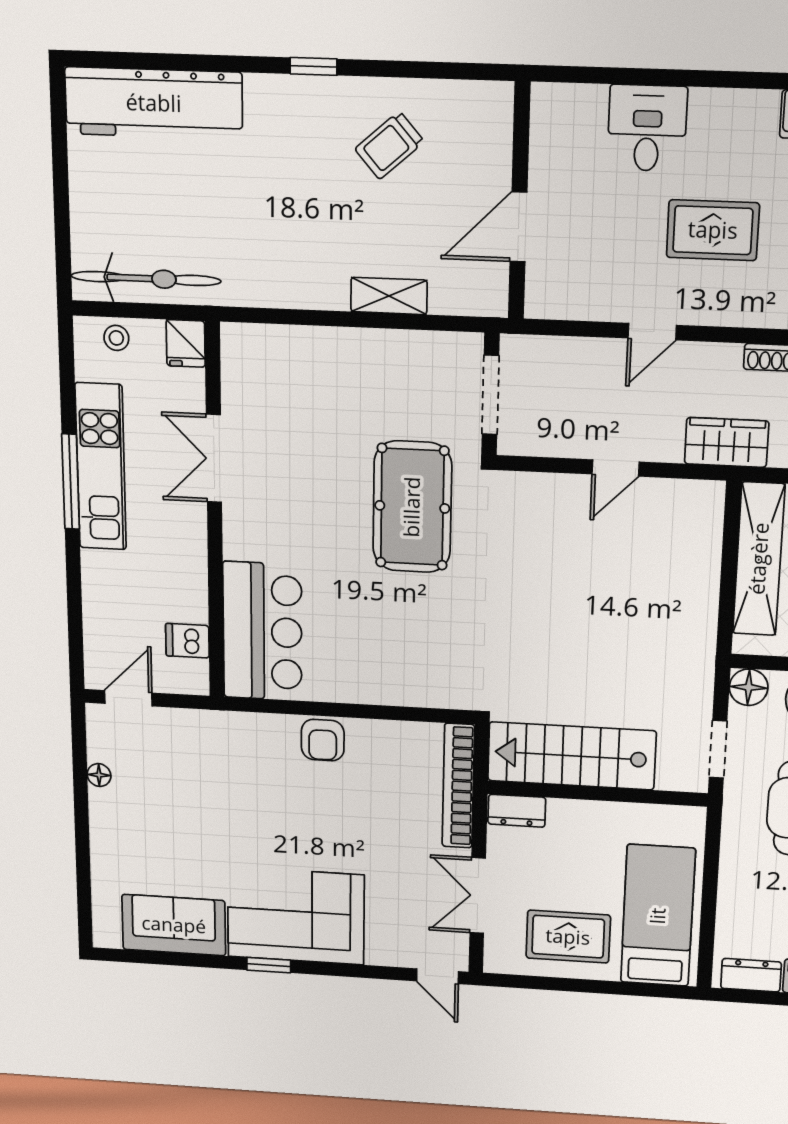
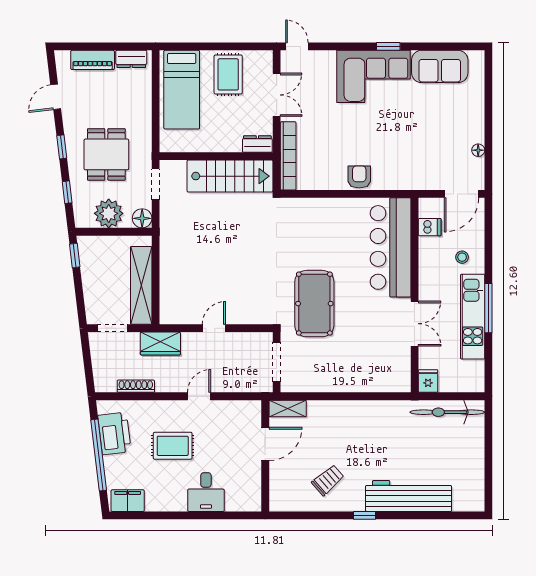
workbench: (154, 103) -> (409, 496), moved
shelving: (389, 296) -> (288, 408), moved
stool: (116, 338) -> (462, 257), moved
bar counter: (262, 631) -> (391, 247), width x1.36
door: (128, 698) -> (461, 194), width x1.38
rug: (568, 937) -> (228, 74), turned 90

